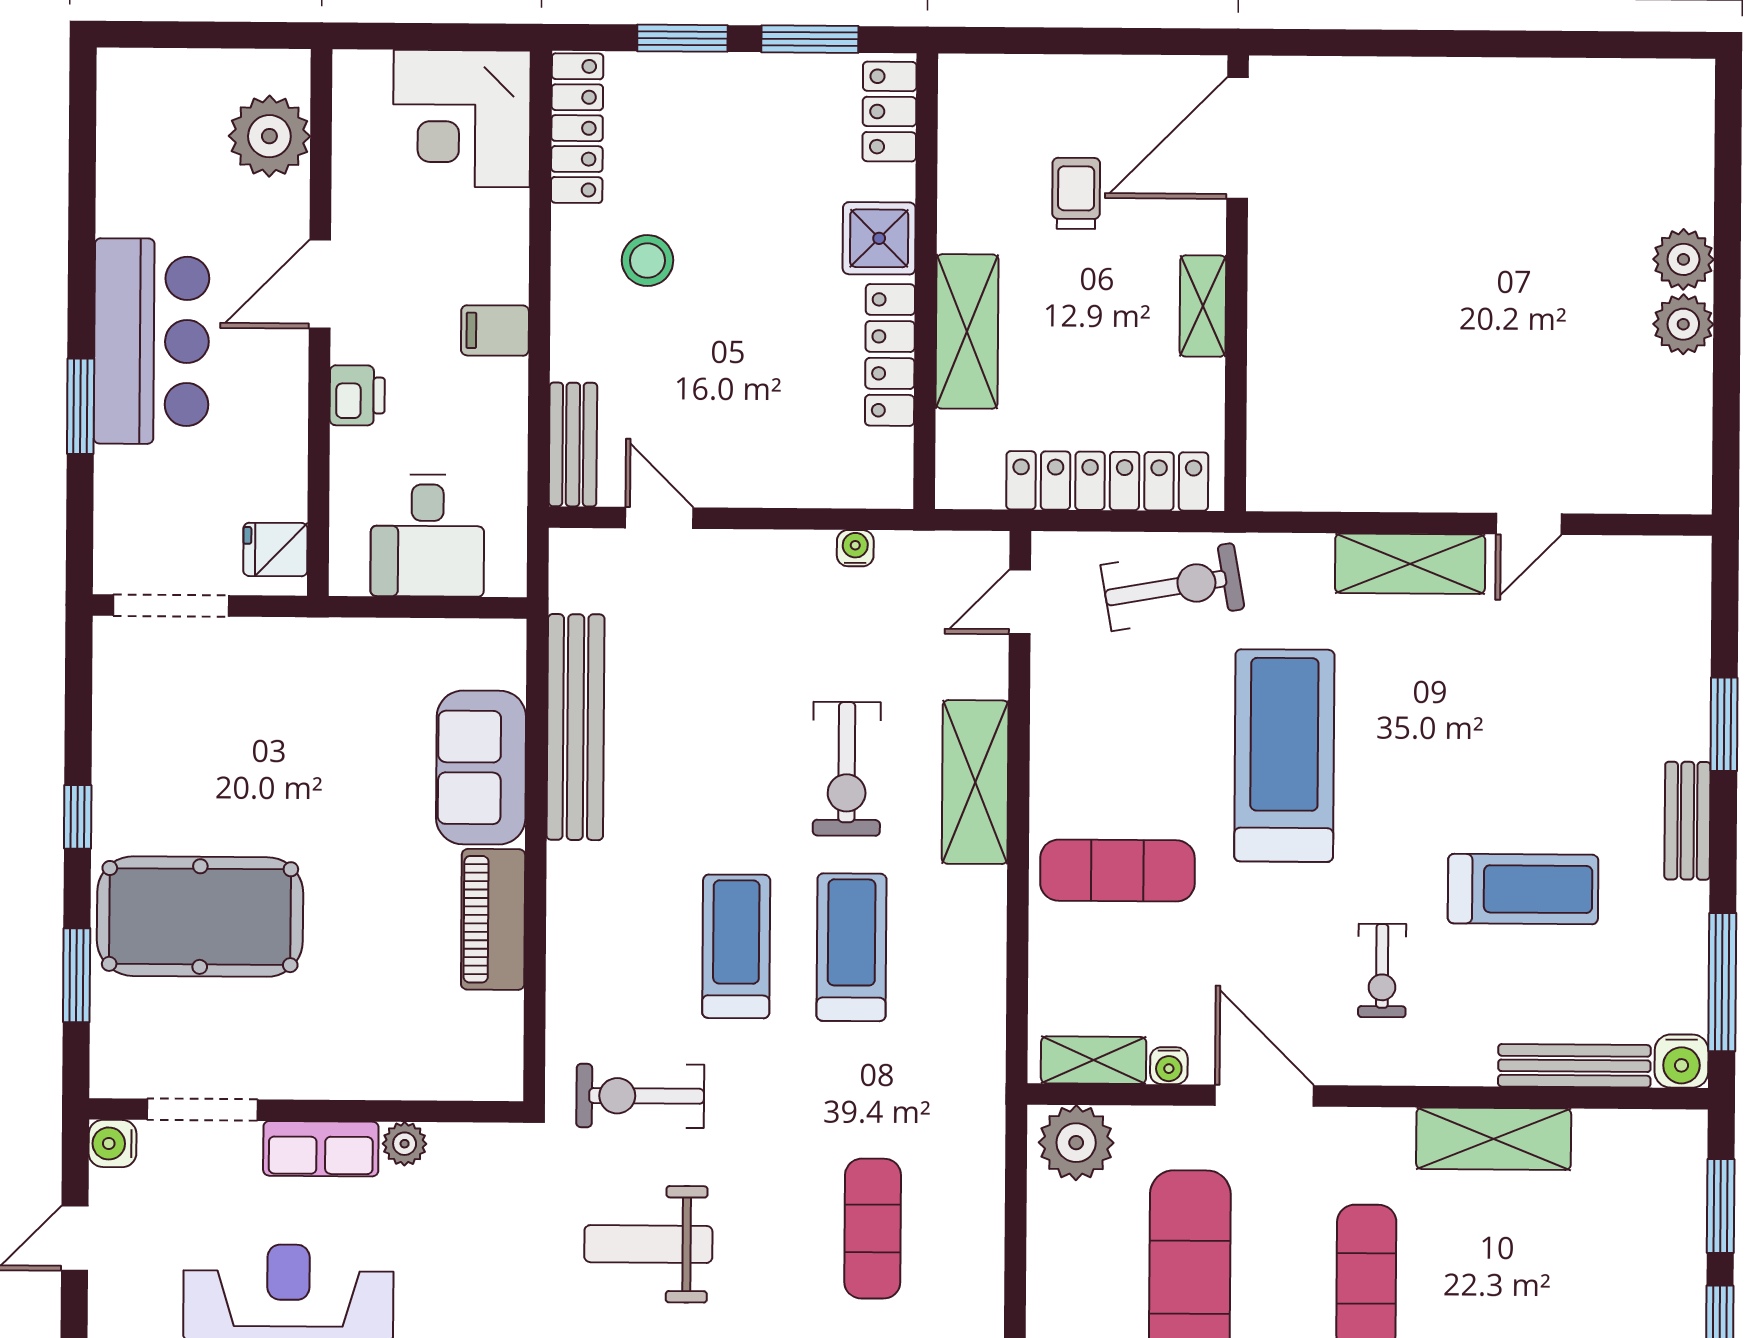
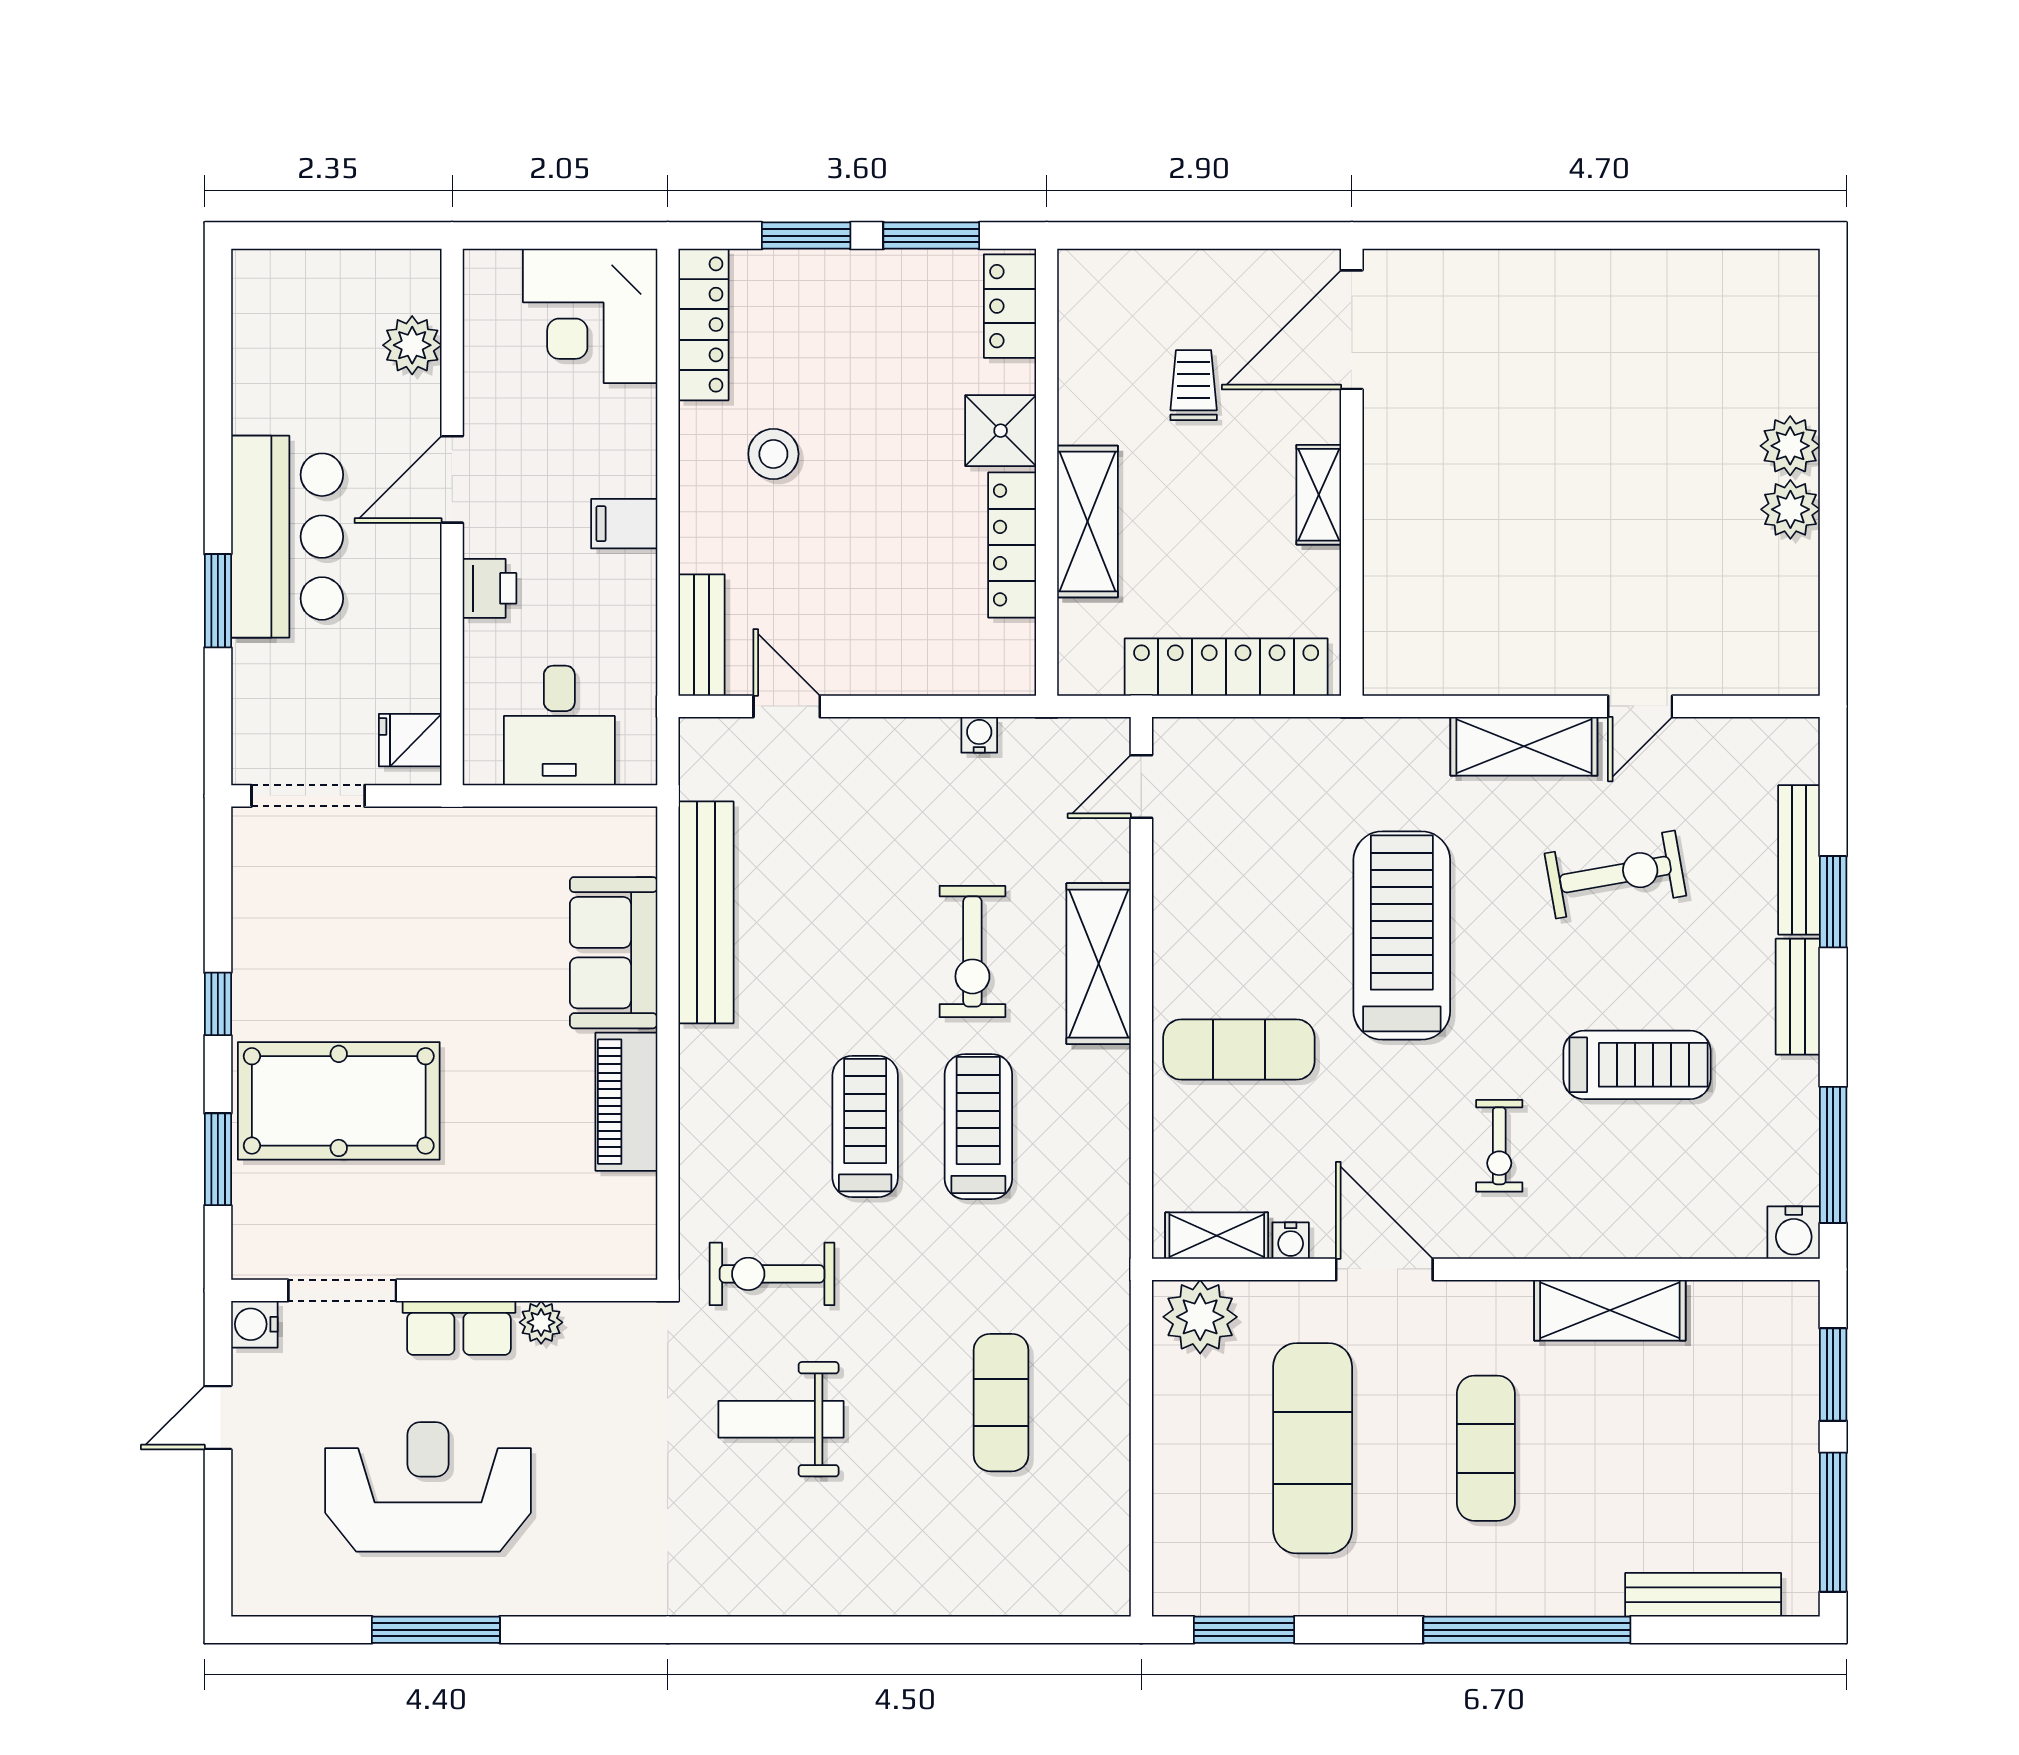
plant: (269, 136) -> (412, 345), width x0.73, depth x0.73
exercise bike: (1172, 587) -> (1615, 875), moved
bench: (1574, 1066) -> (1799, 860), moved, turned 90

